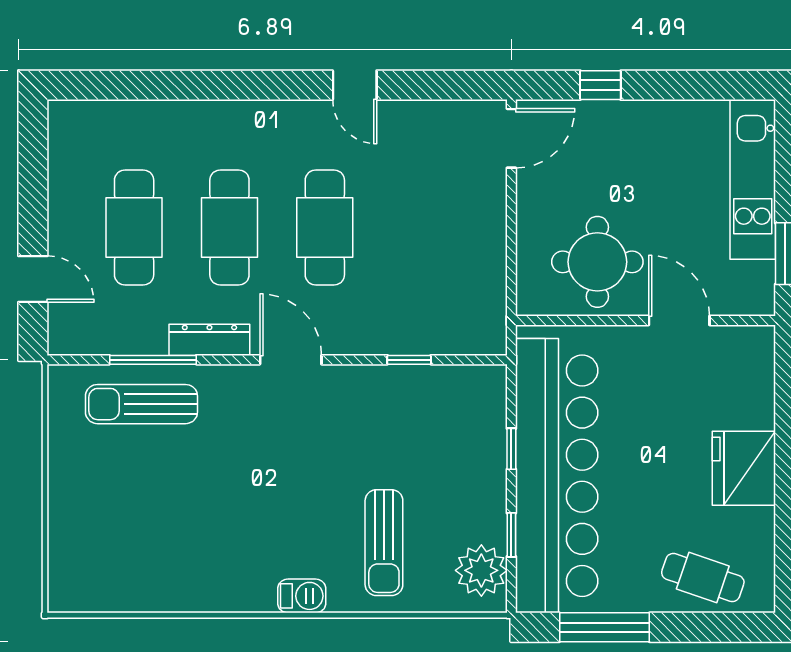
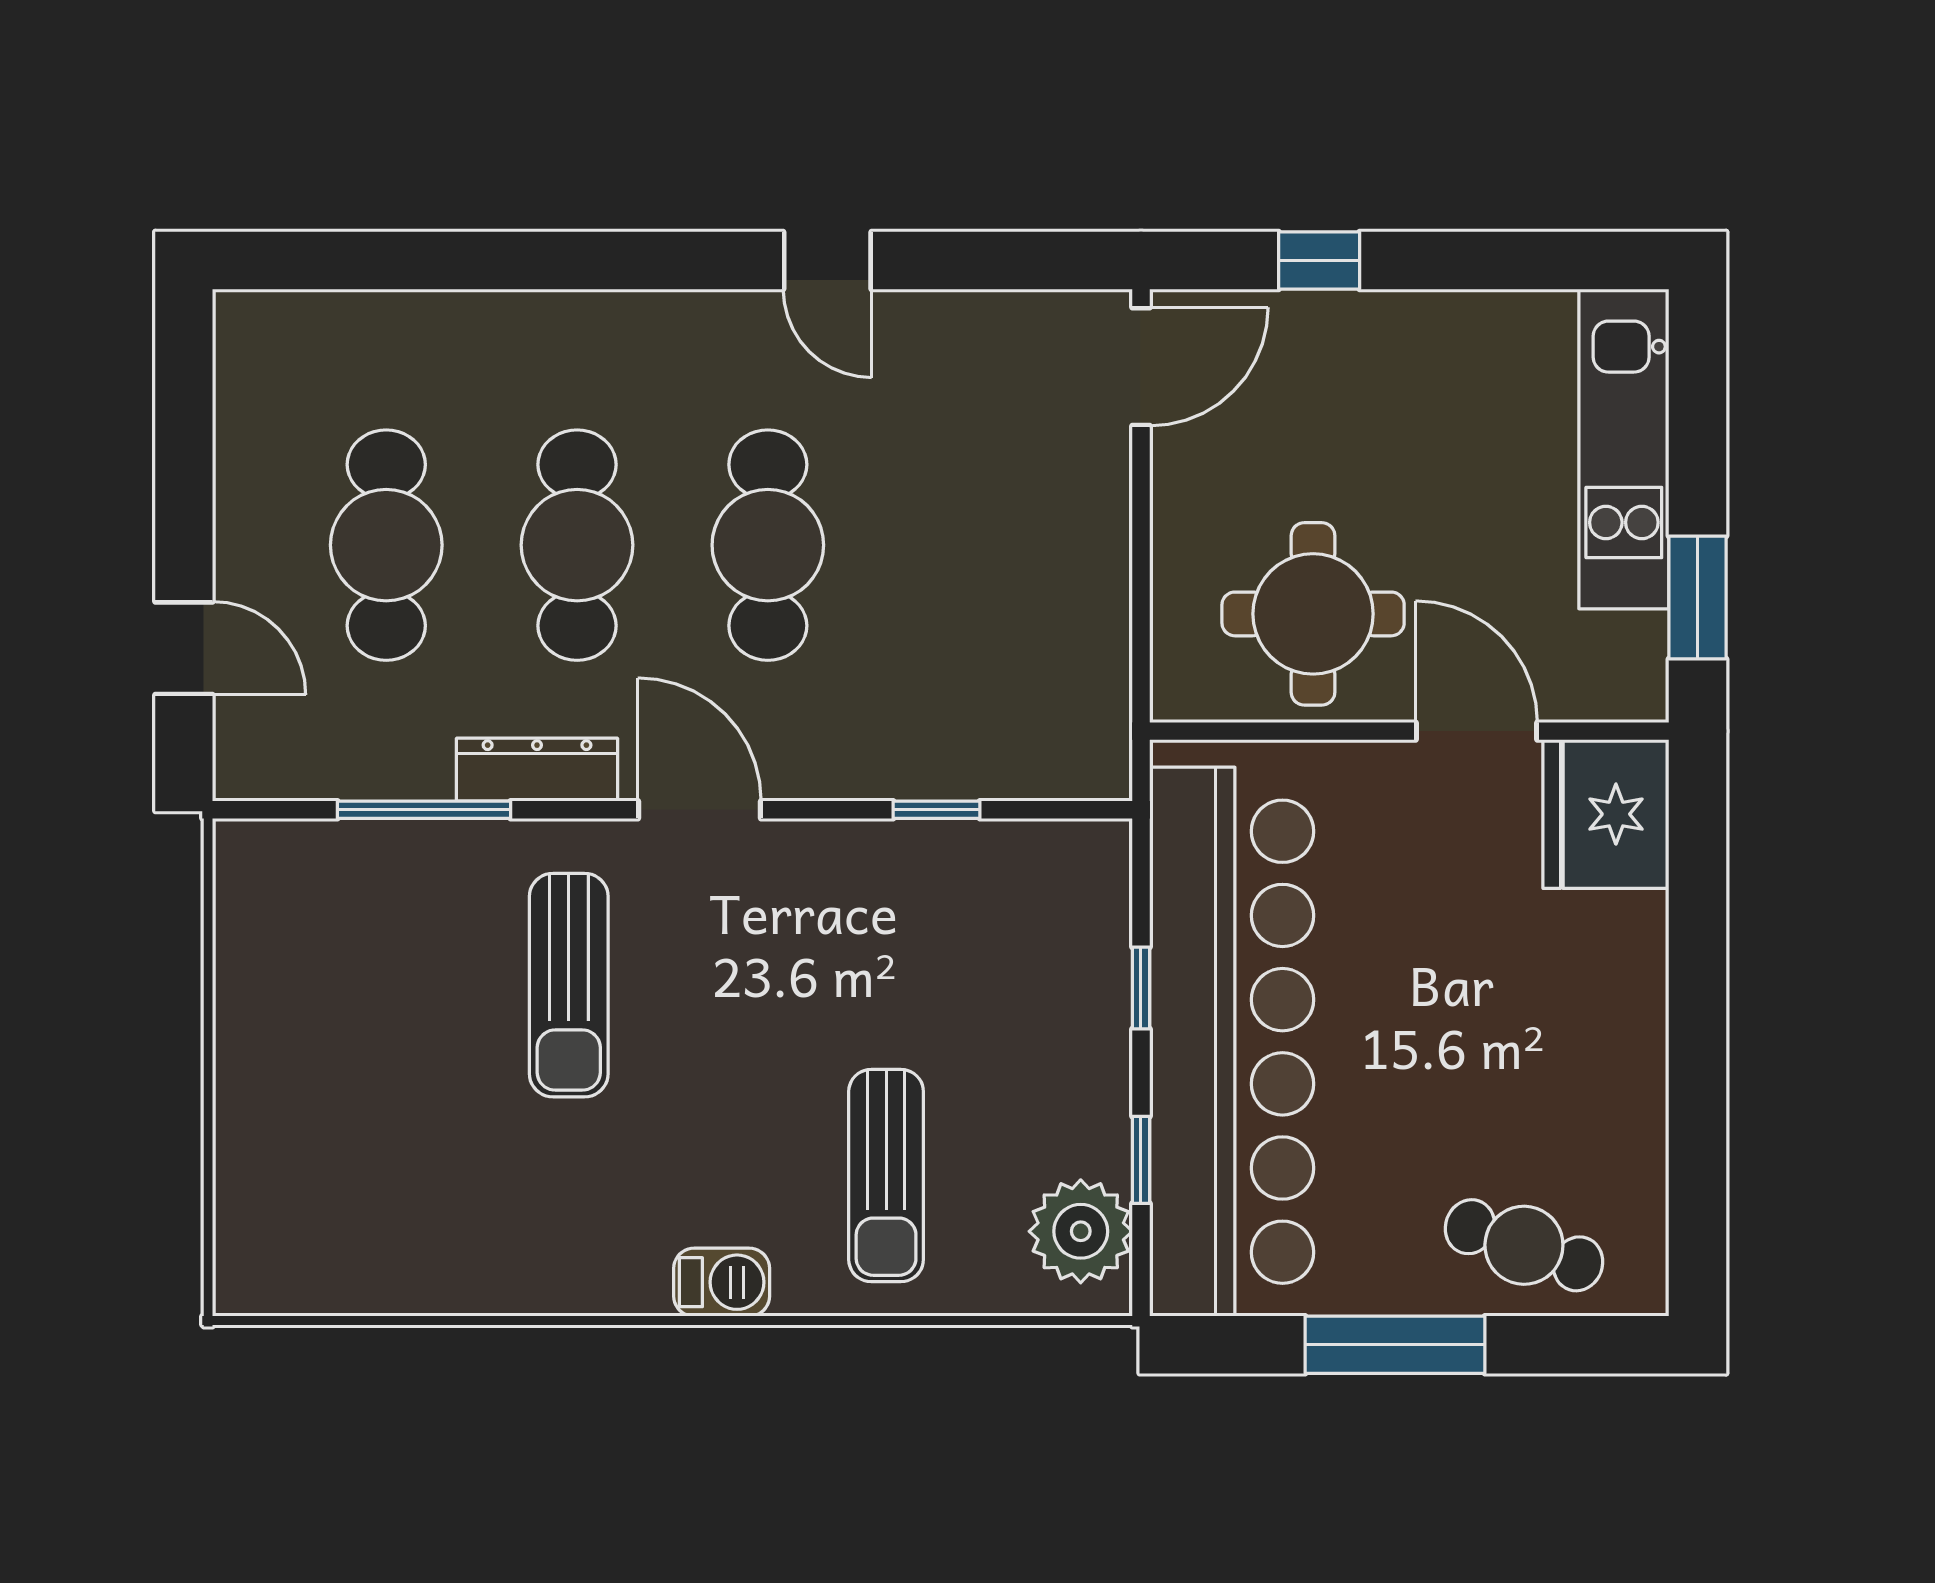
sun lounger: (141, 404) -> (569, 985), moved, turned -90
fridge: (744, 468) -> (1606, 814), moved
window: (604, 627) -> (1395, 1345), moved

